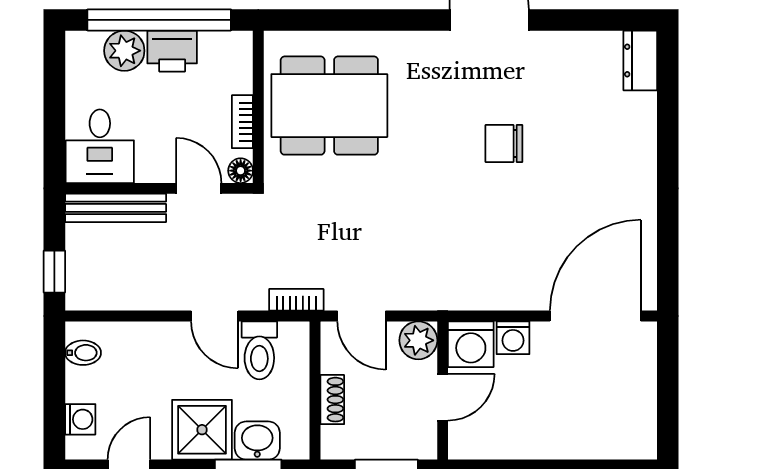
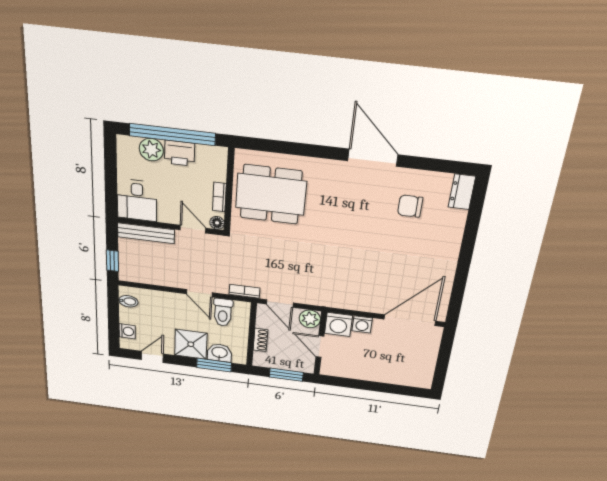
chair: (504, 144) -> (410, 206), moved
door: (443, 397) -> (320, 347), swing flipped

